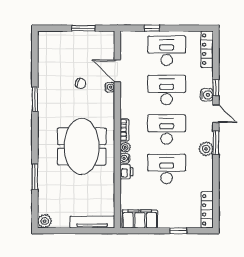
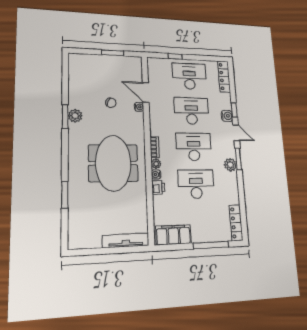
plant: (45, 221) -> (75, 116), moved
window: (178, 231) -> (211, 245), width x2.17

